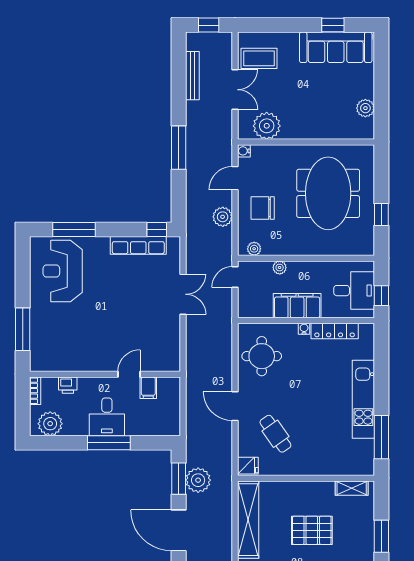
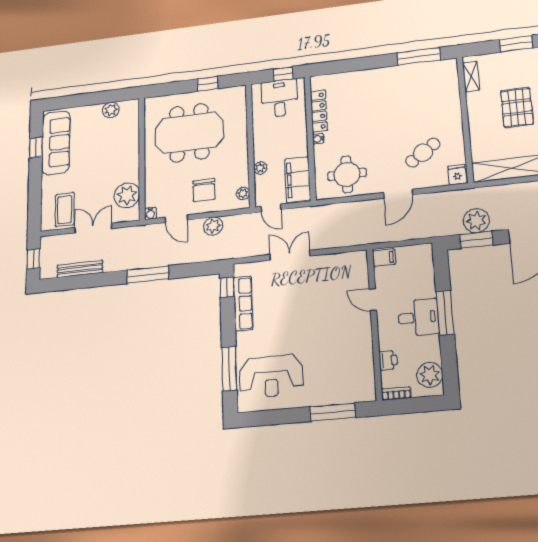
filing cabinet: (297, 306) -> (298, 179), moved
filing cabinet: (148, 388) -> (384, 258), moved
kitchen unit: (363, 399) -> (383, 77), removed

